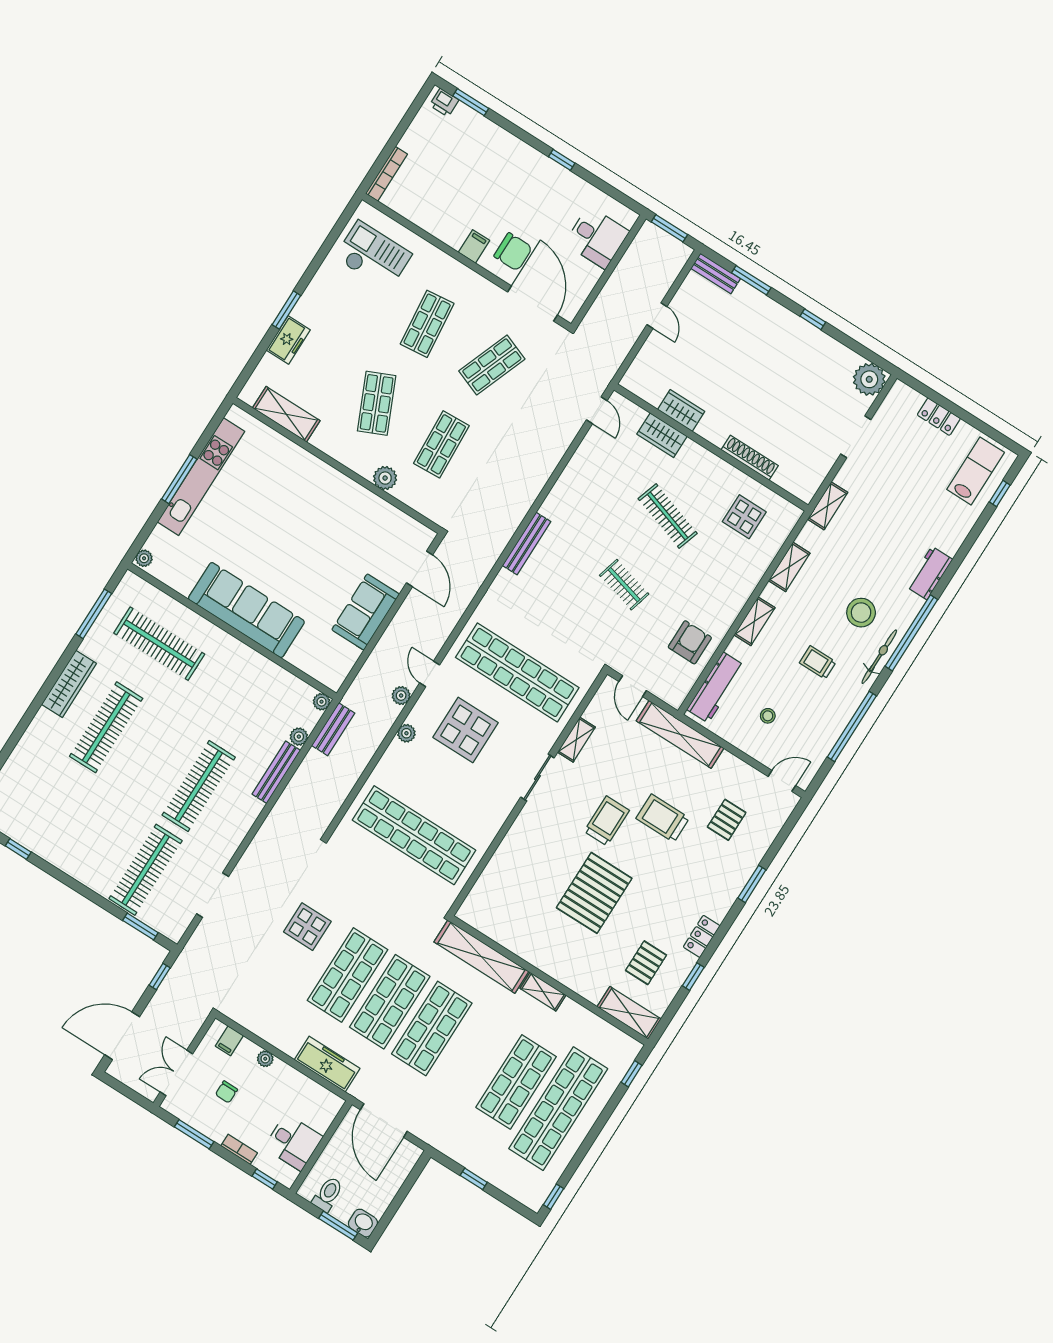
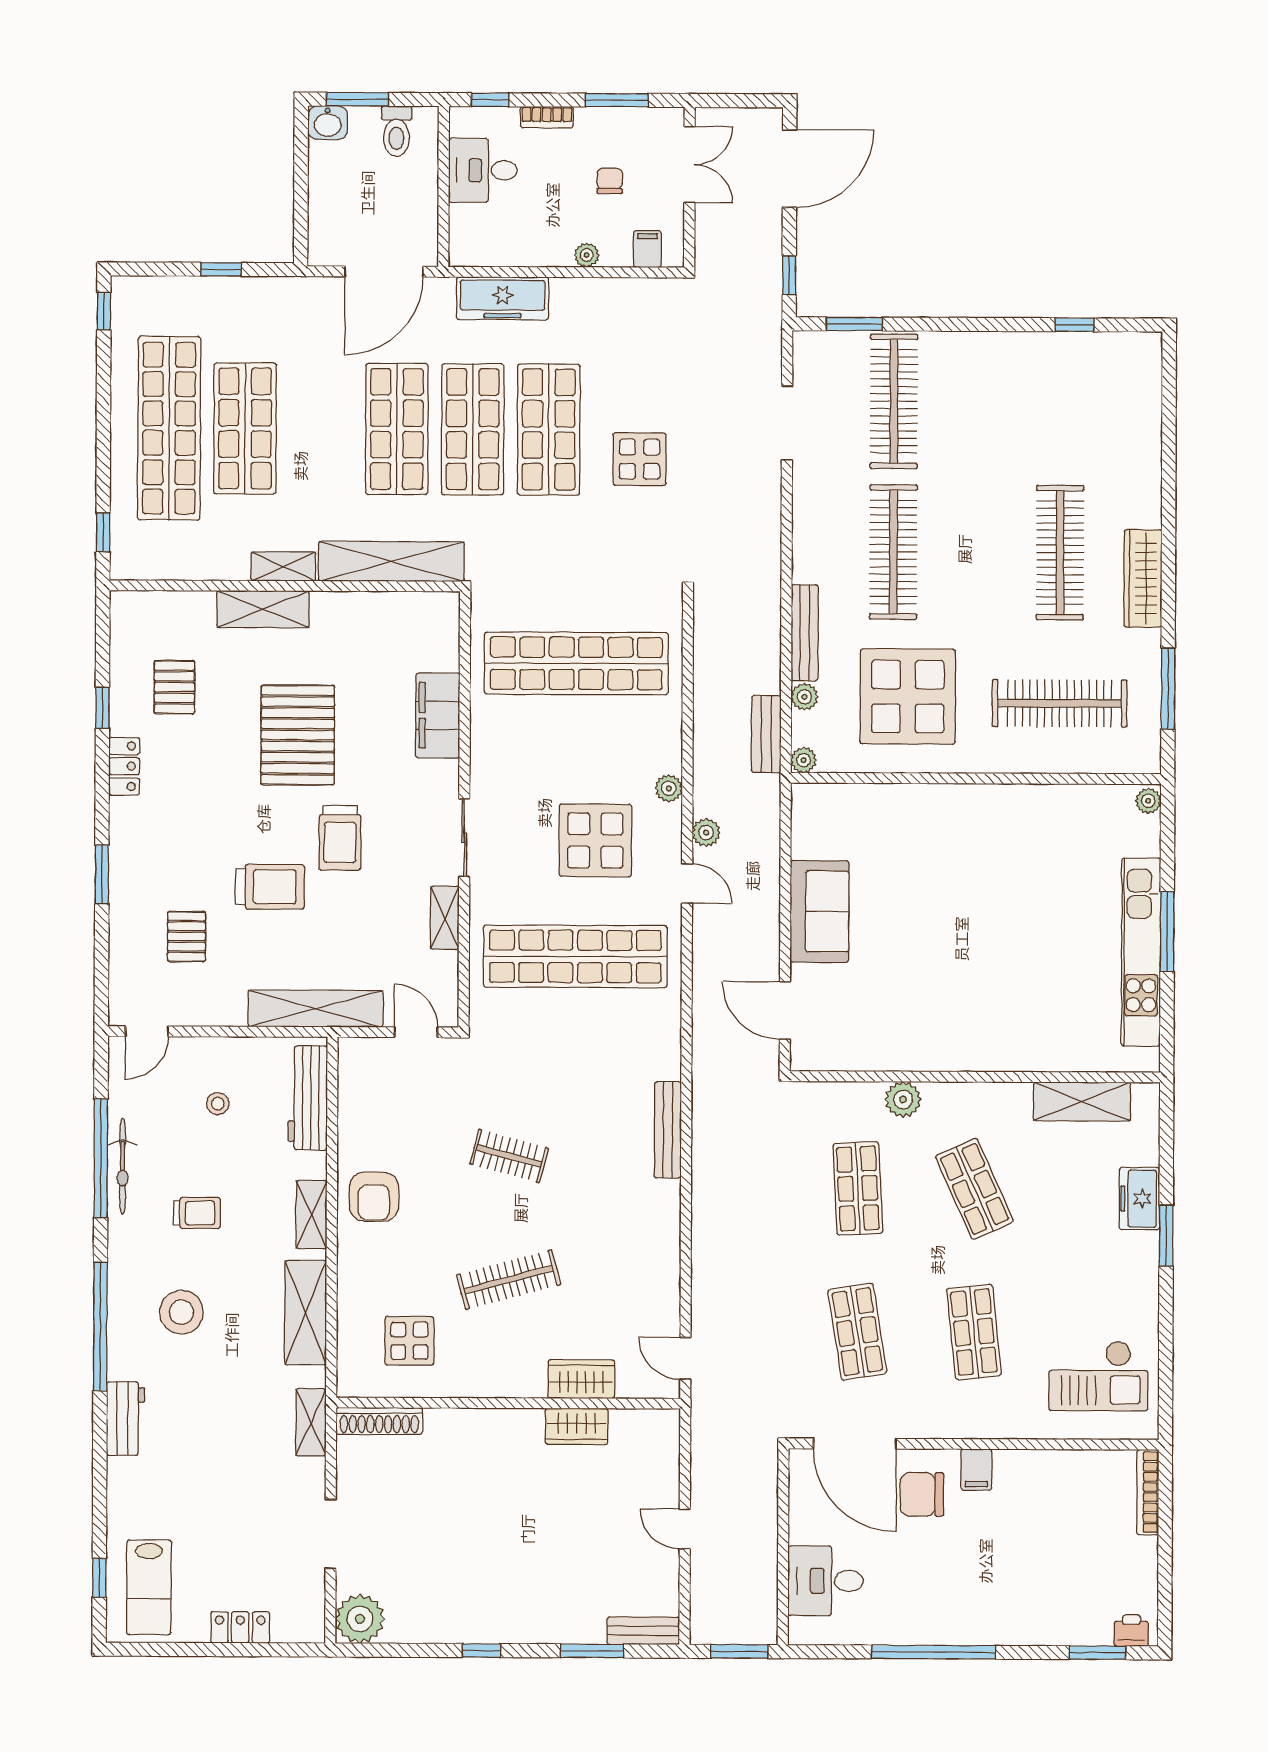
window: (562, 160) -> (933, 1652), width x3.17
shop shelf: (492, 365) -> (857, 1332), turned -30
shoe rack: (750, 458) -> (379, 1421), moved
clothes rail: (668, 516) -> (509, 1280), turned -33
shelving: (789, 567) -> (306, 1313), width x1.50, depth x1.33
sofa: (246, 610) -> (974, 817), removed
armchair: (690, 642) -> (374, 1197), moved
bicycle: (879, 657) -> (123, 1166), moved
display table: (241, 701) -> (908, 697), added
filing cabinet: (509, 855) -> (438, 715), added
shelving: (629, 1013) -> (263, 609), moved
door: (384, 1121) -> (384, 272), swing flipped

